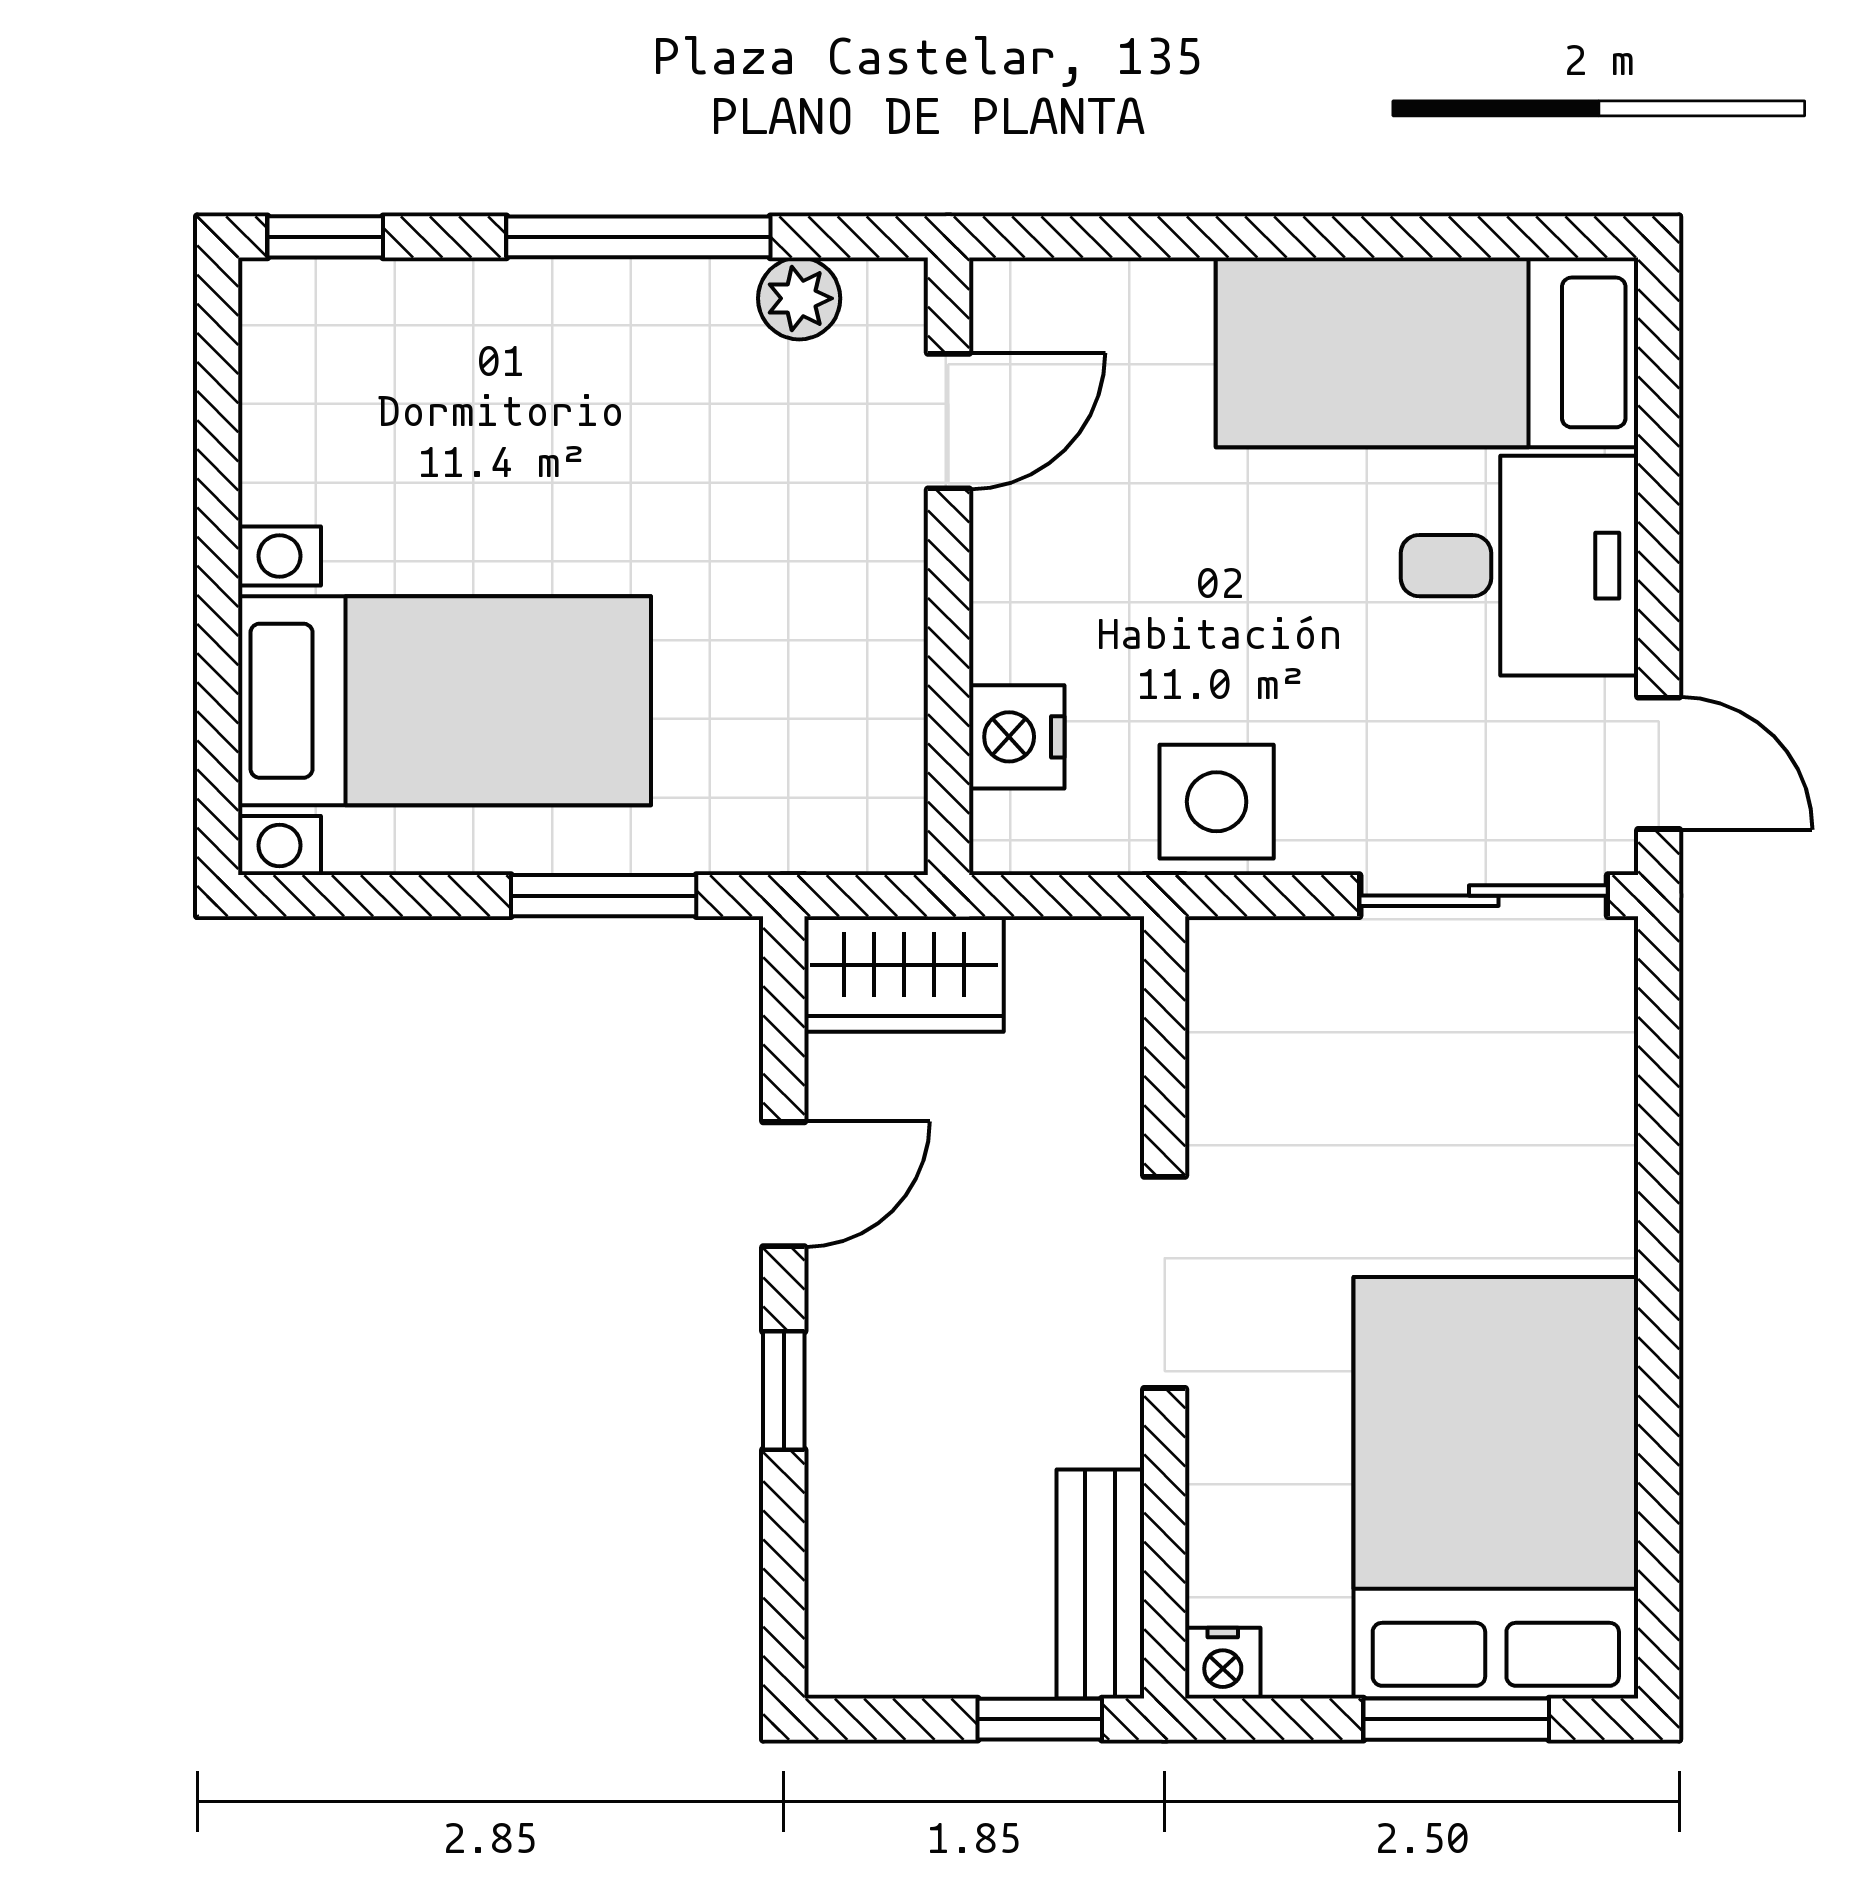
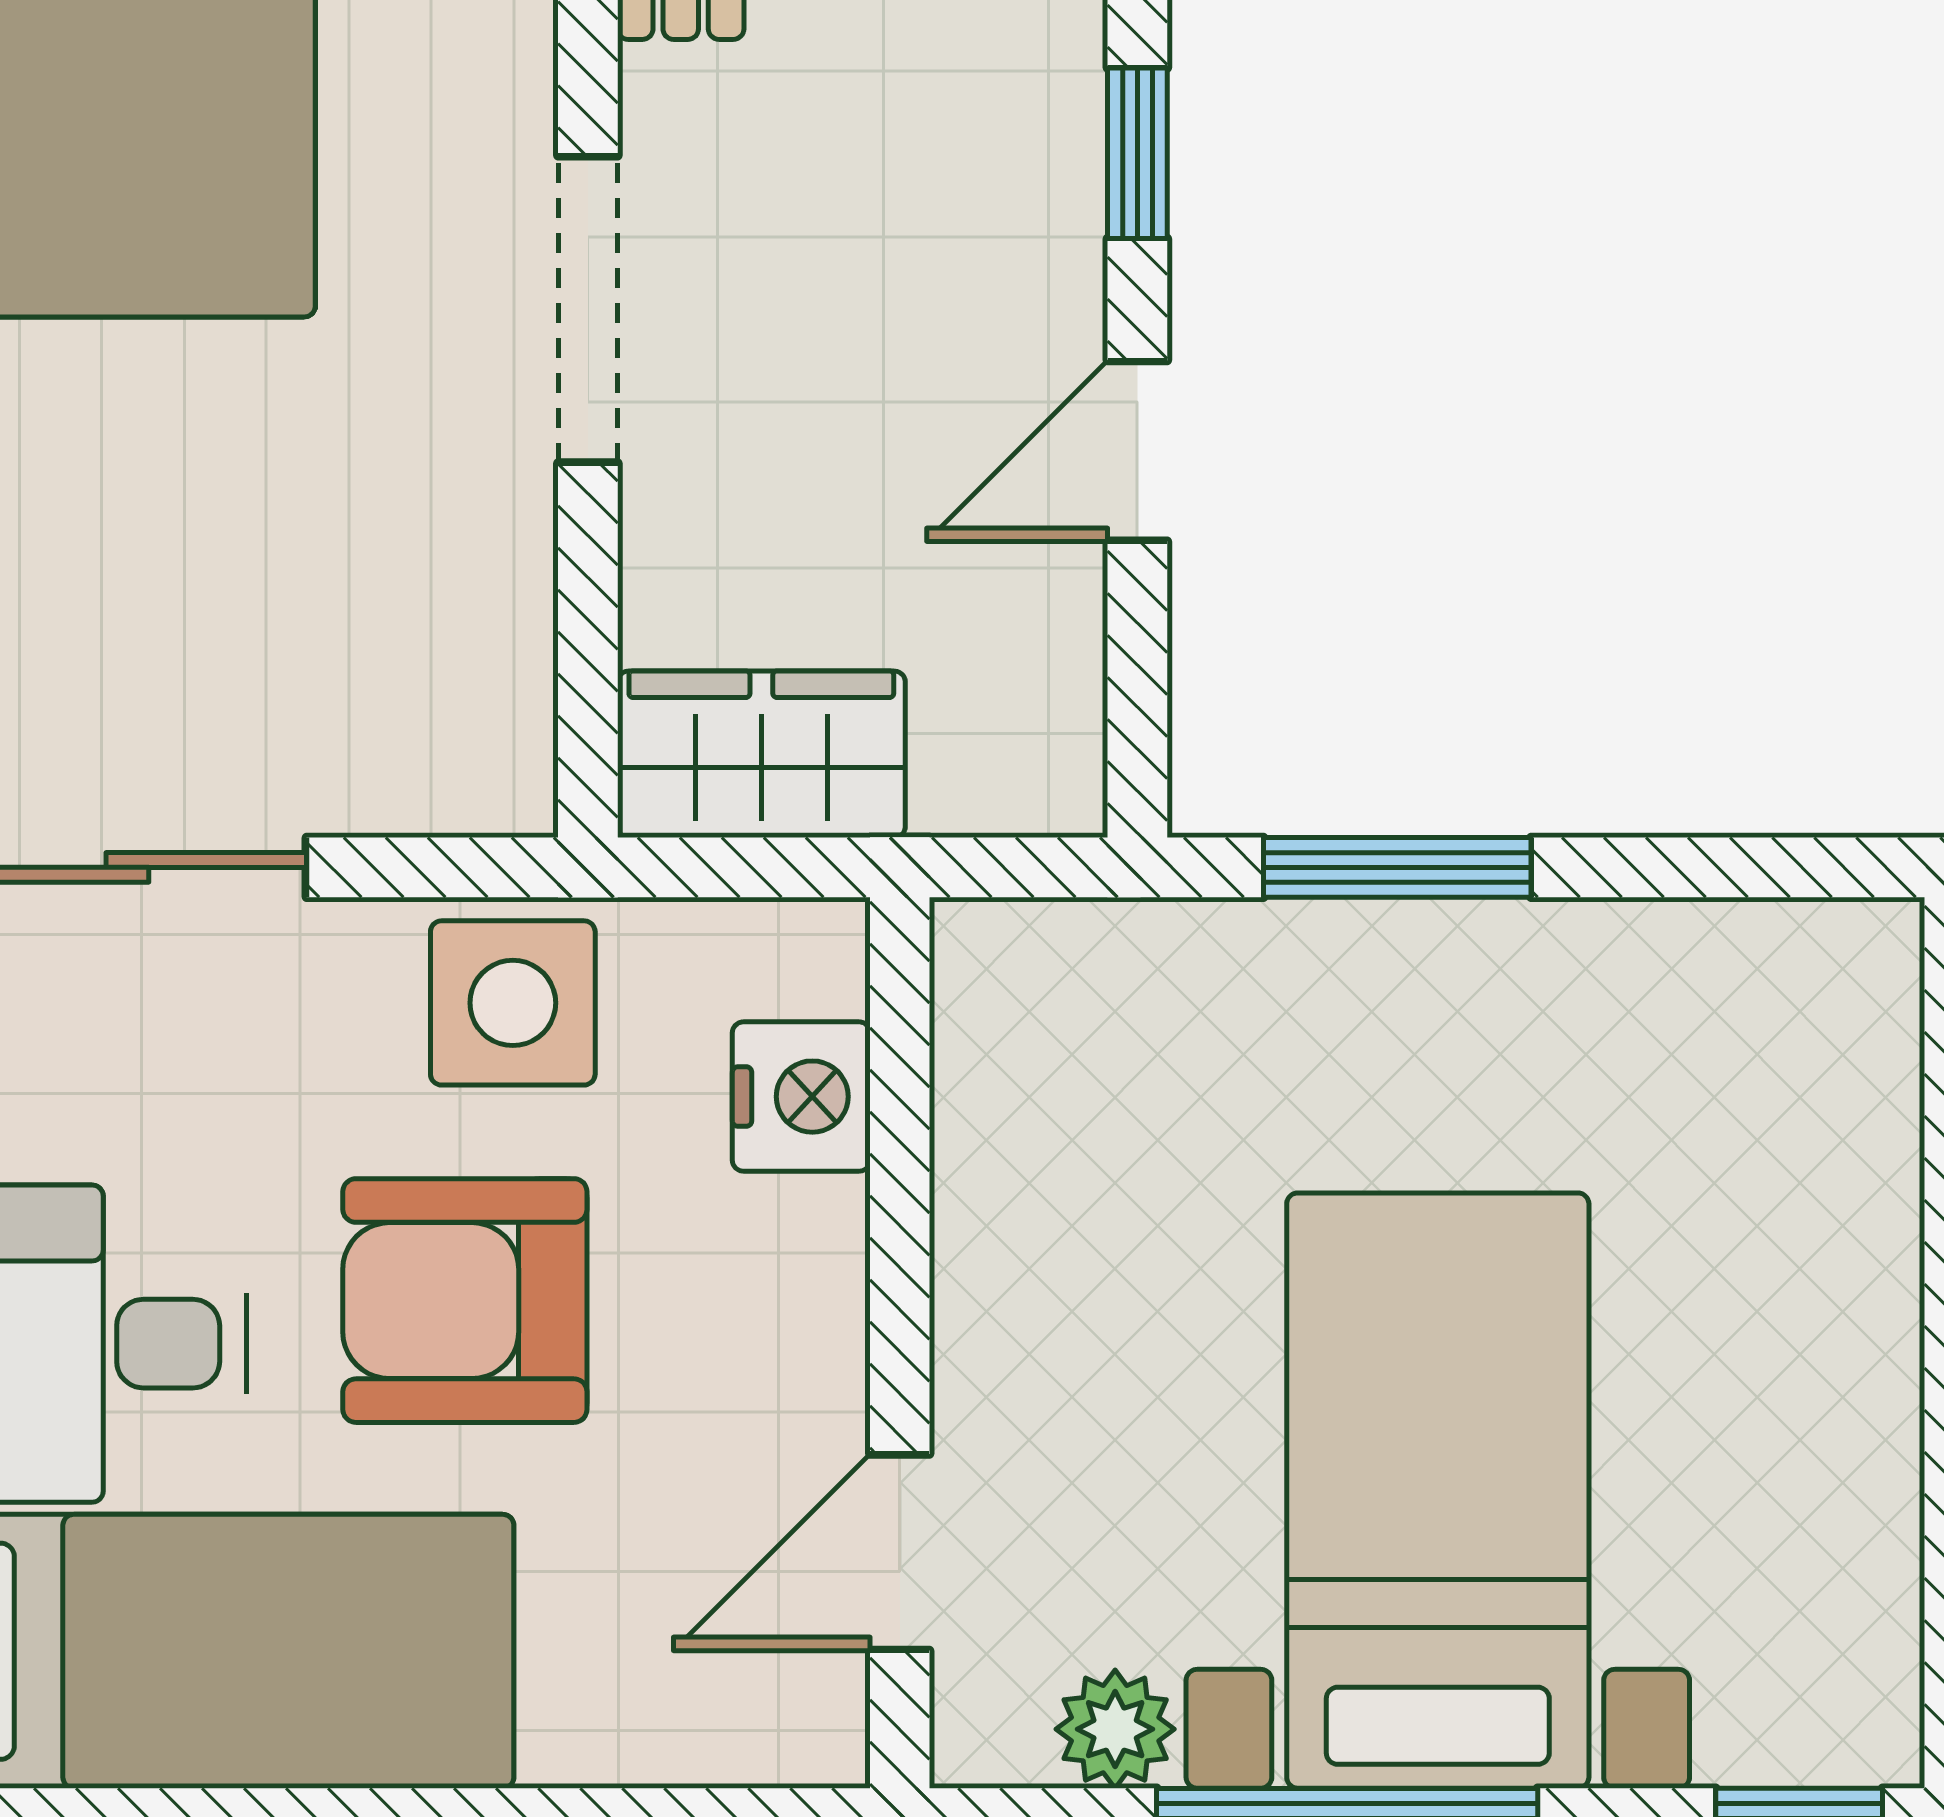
armchair: (1250, 595) -> (465, 1301), added
bed with nightstands: (445, 701) -> (1438, 1491), moved, turned 90
wardrobe: (904, 974) -> (761, 754), moved

